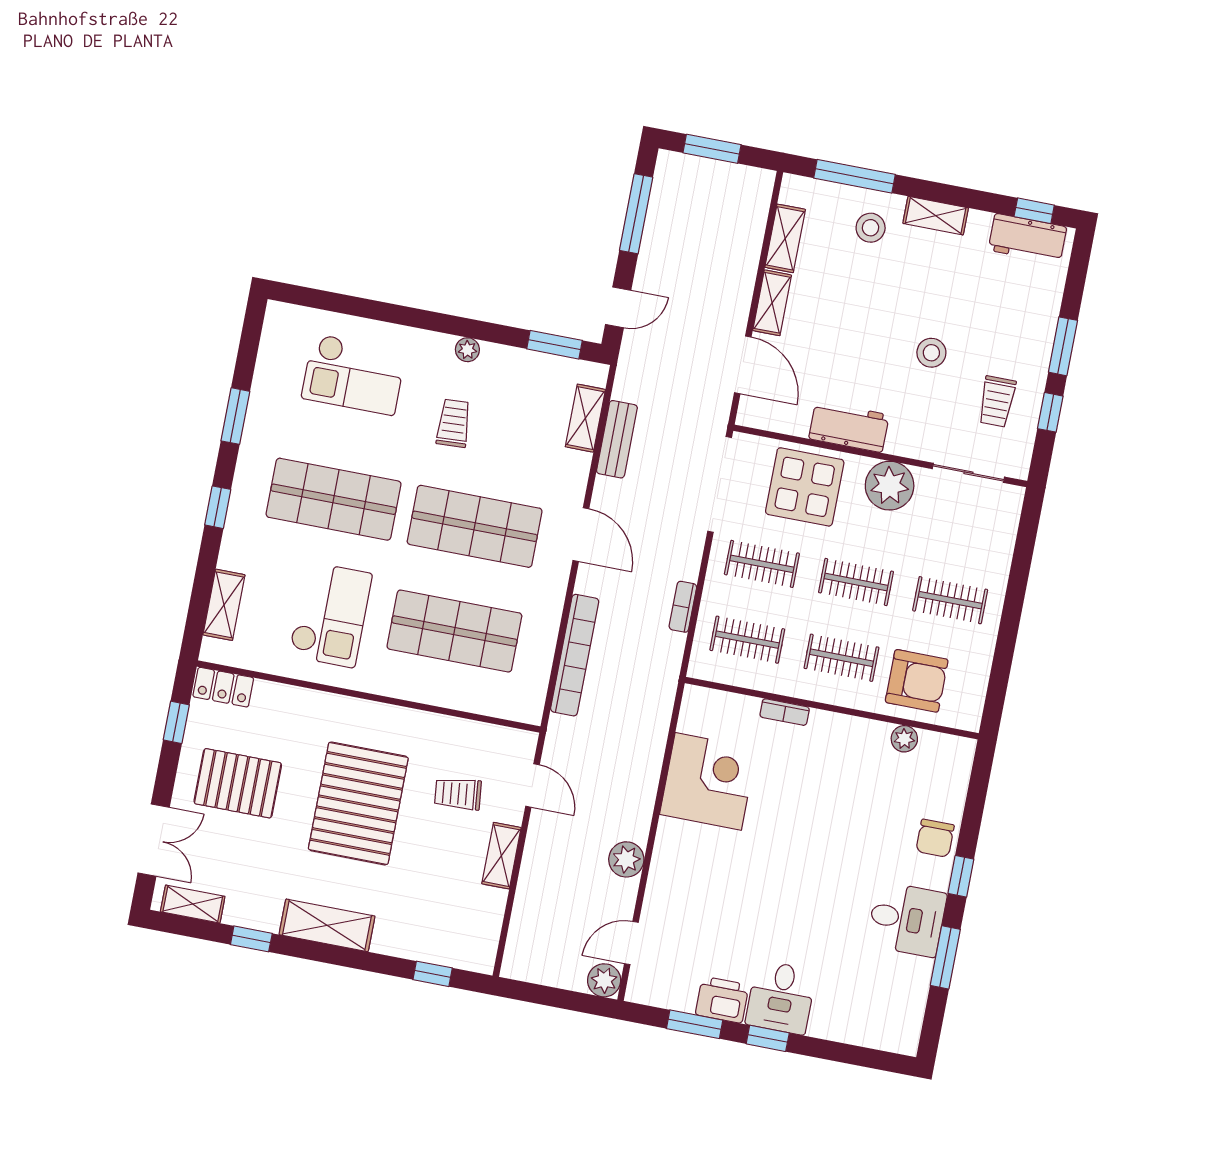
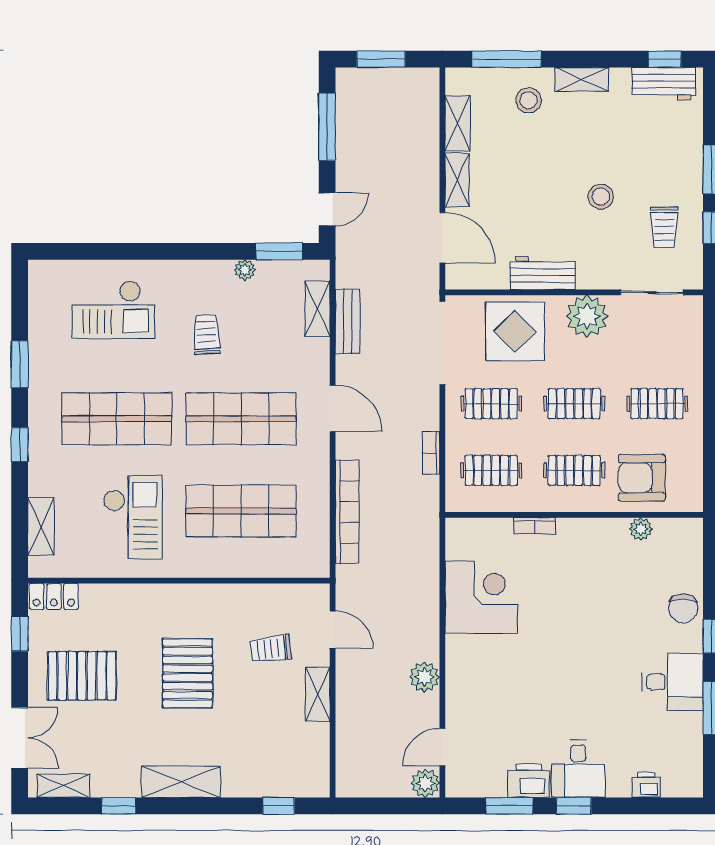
plant: (467, 350) -> (245, 270), moved
armchair: (917, 681) -> (642, 478), turned 180
pallet: (358, 803) -> (188, 673), width x0.73, depth x0.71
printer: (854, 1030) -> (646, 785), added

